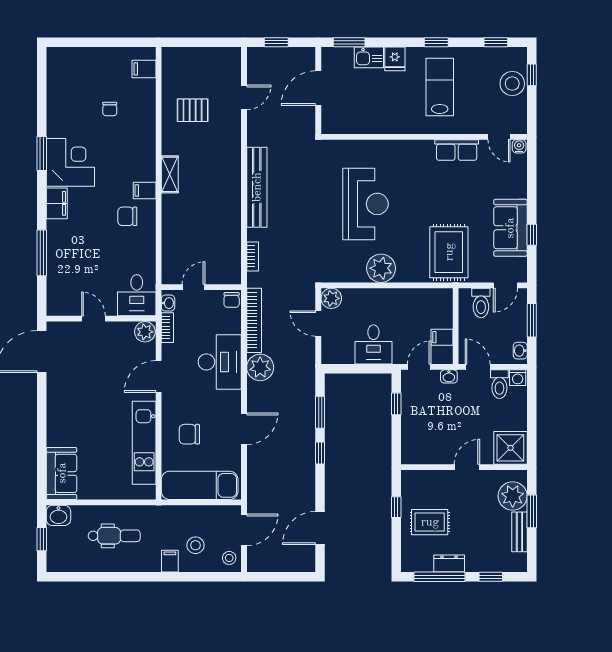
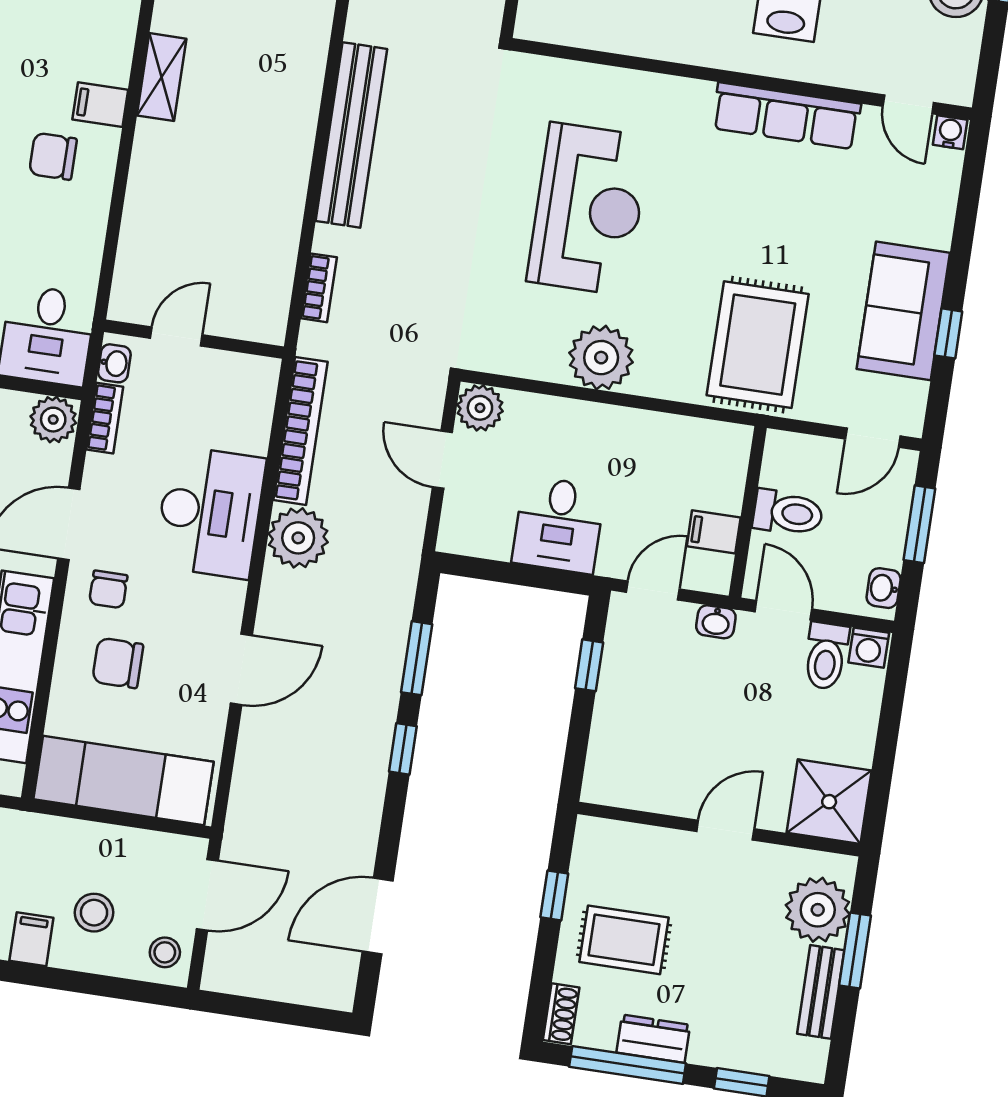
row of seats: (457, 150) -> (786, 116), width x1.48
chair: (232, 300) -> (108, 589), moved
toilet: (481, 303) -> (788, 513), moved, turned -90
shoe rack: (407, 559) -> (561, 1014), added

